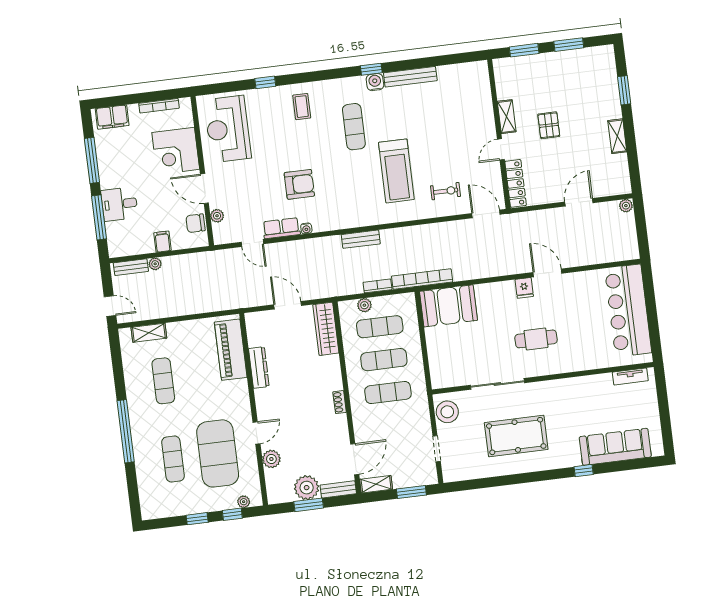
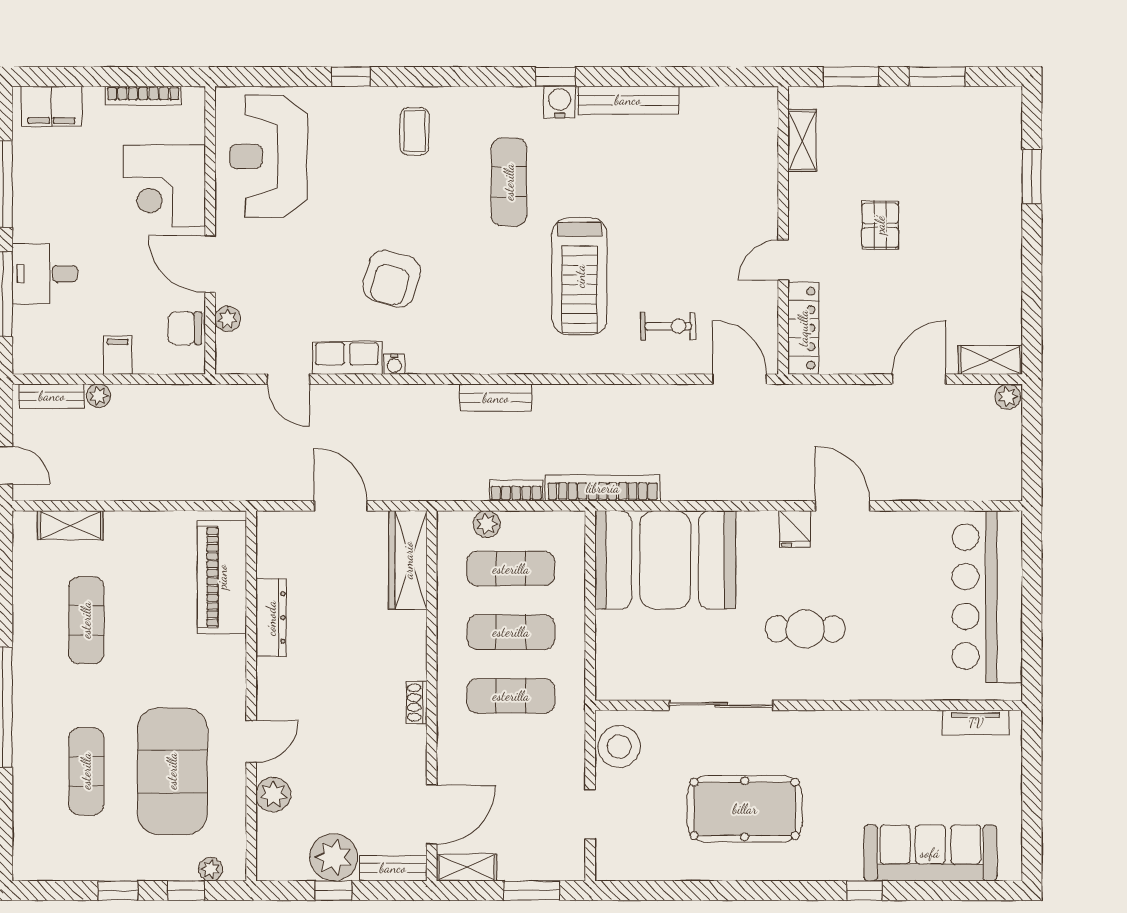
shelving: (507, 117) -> (802, 140), moved
shelving: (617, 136) -> (990, 360), moved, turned 90
armchair: (299, 184) -> (392, 279), turned 106
booth: (448, 306) -> (665, 560), width x1.36, depth x1.42
window: (309, 505) -> (333, 891), width x0.67

